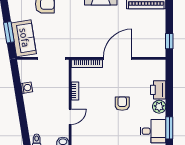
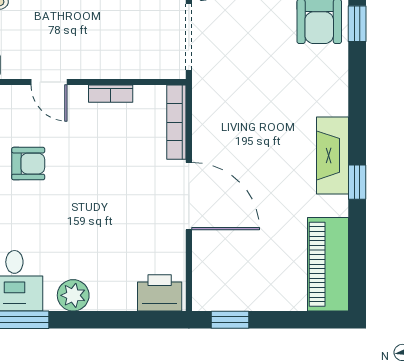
printer: (158, 90) -> (160, 293), moved
armchair: (122, 104) -> (28, 164), moved

